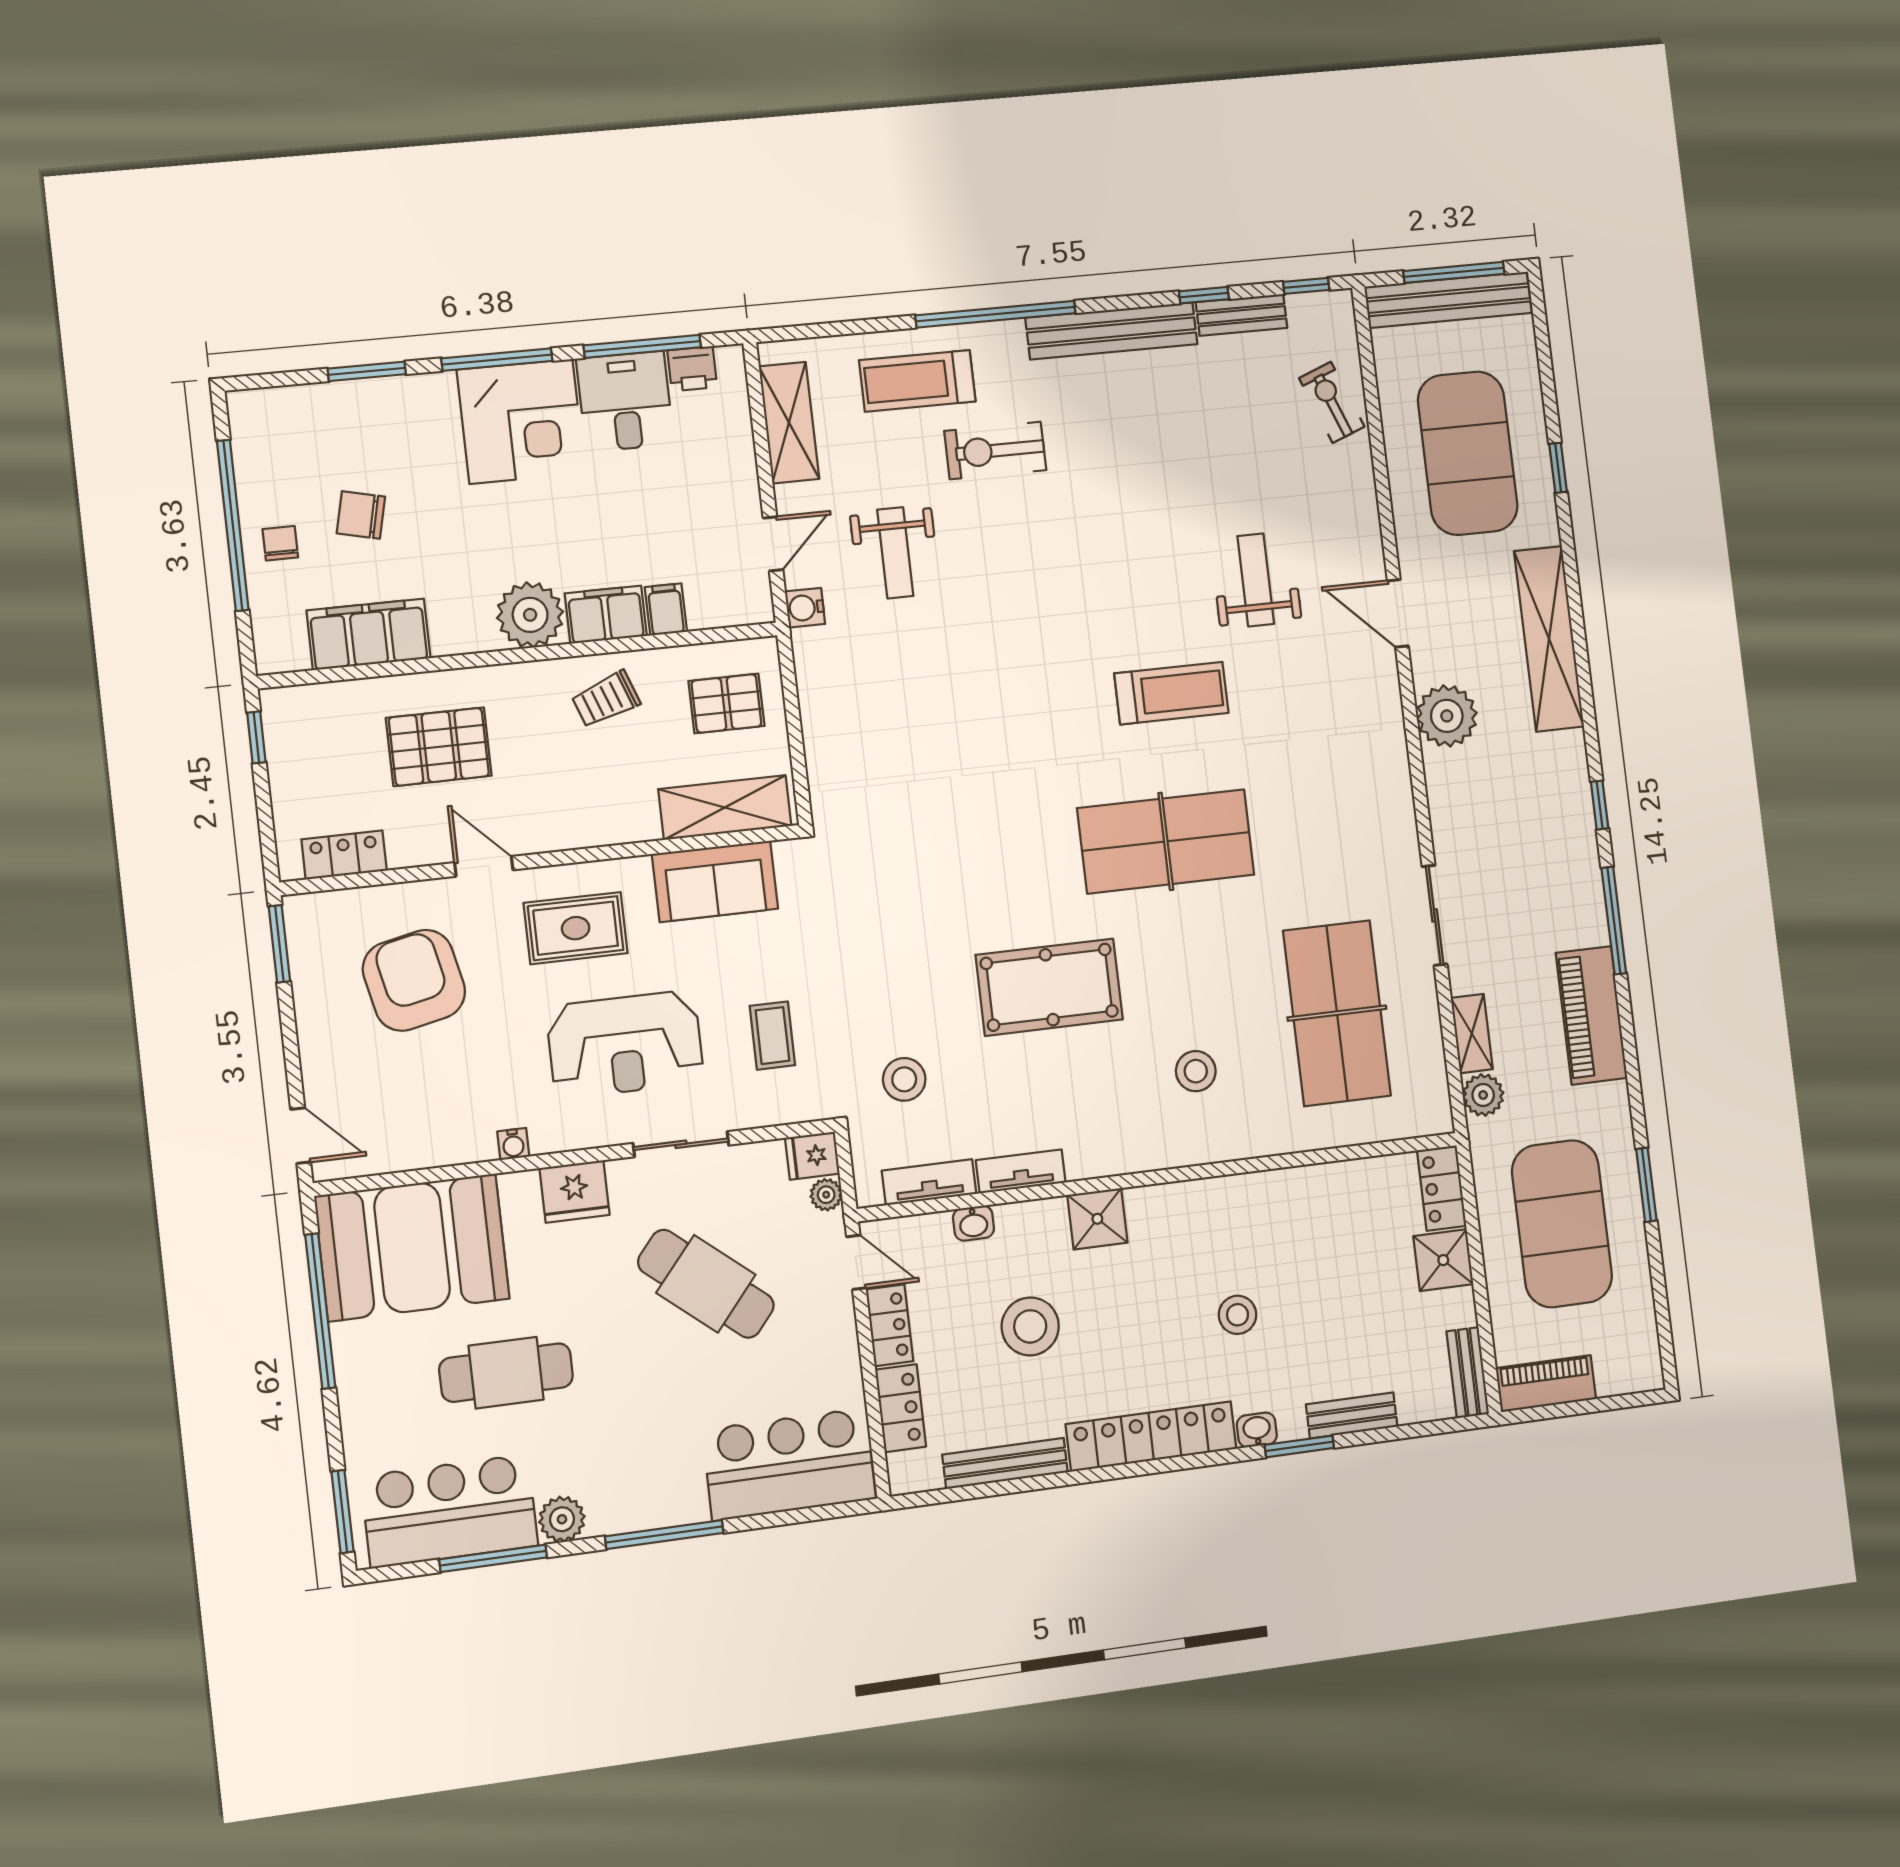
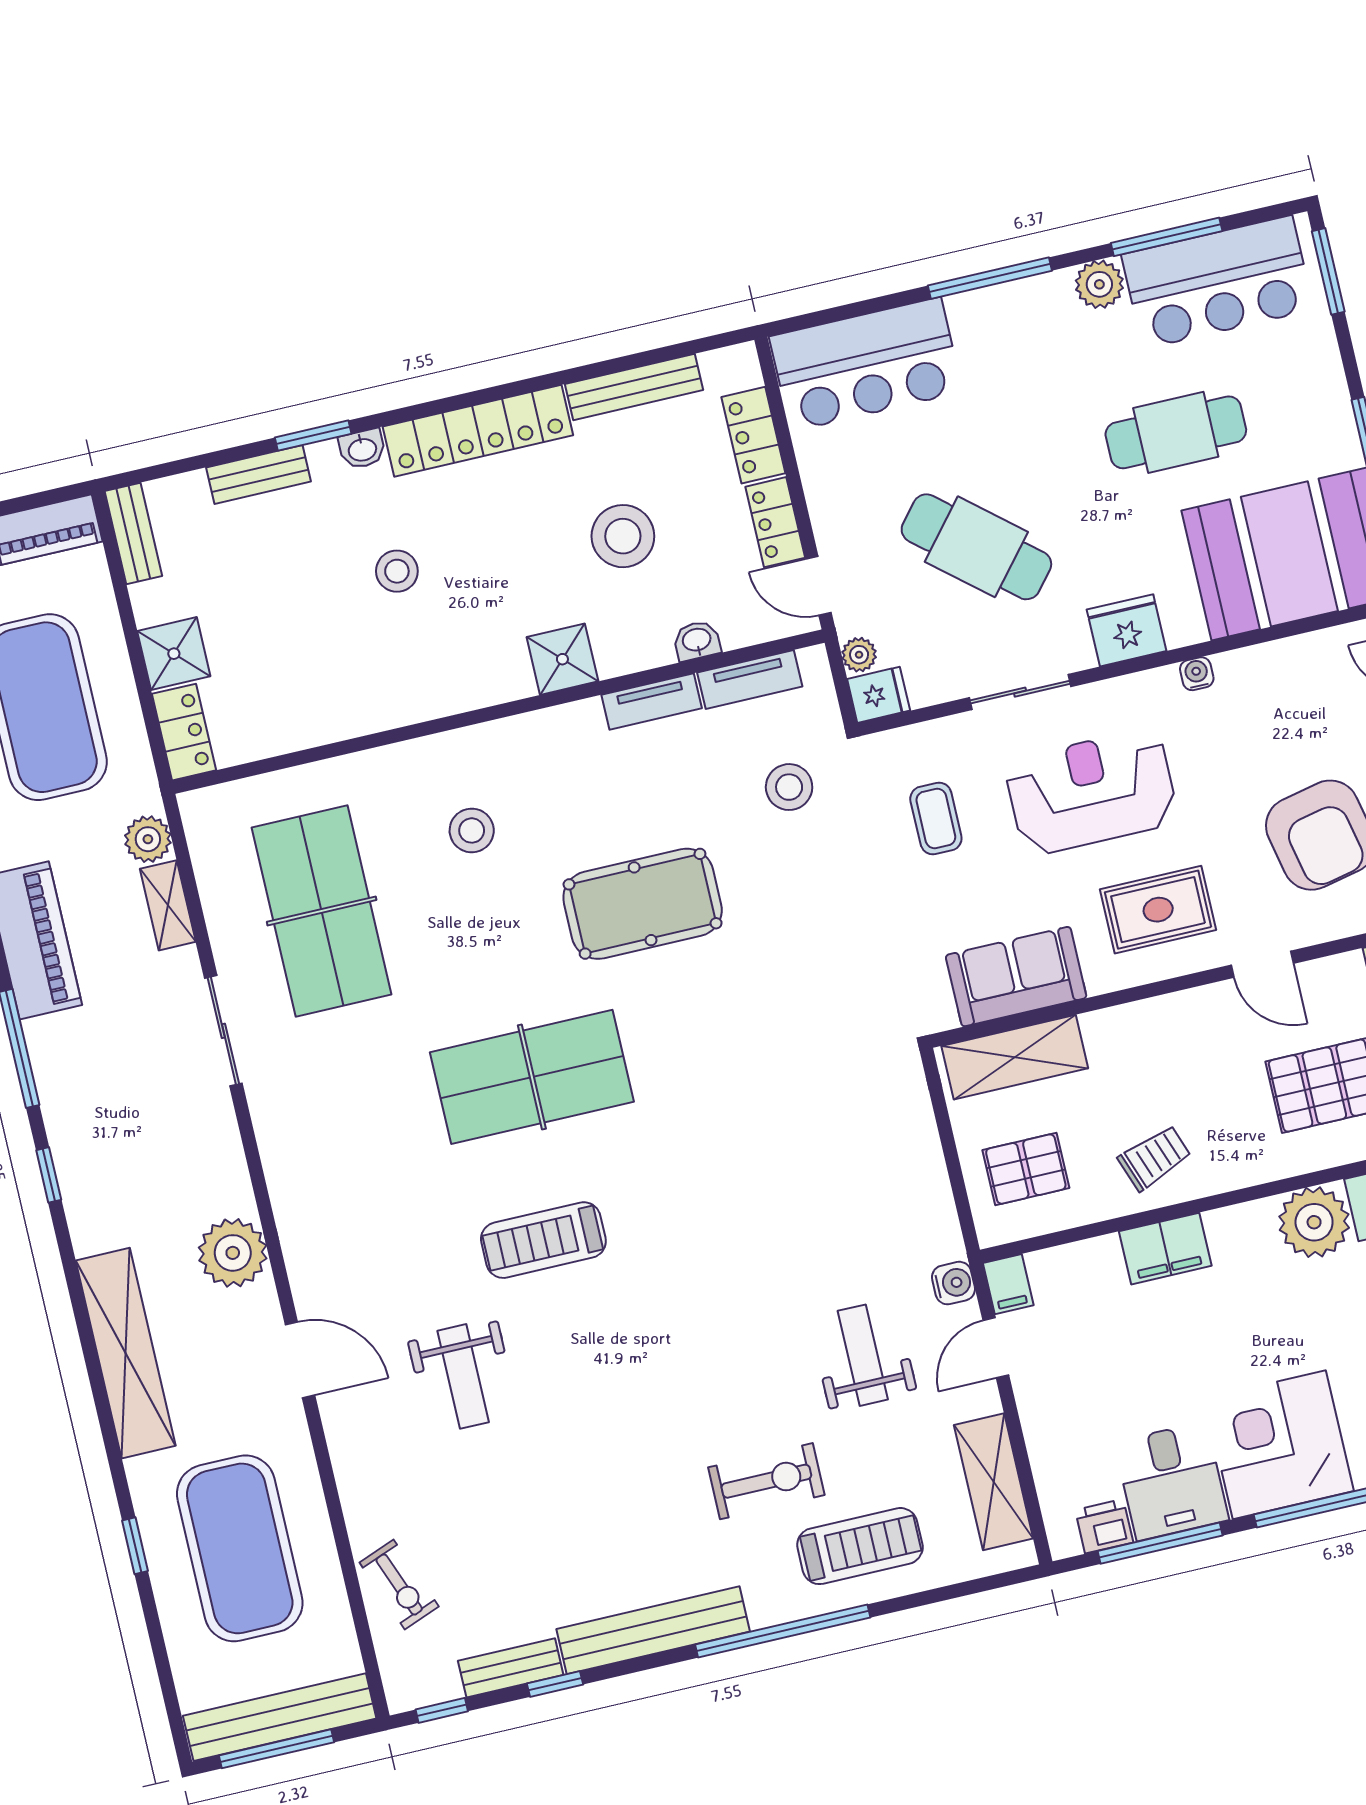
filing cabinet: (666, 609) -> (1008, 1284), moved
plant: (530, 615) -> (1314, 1222), moved

